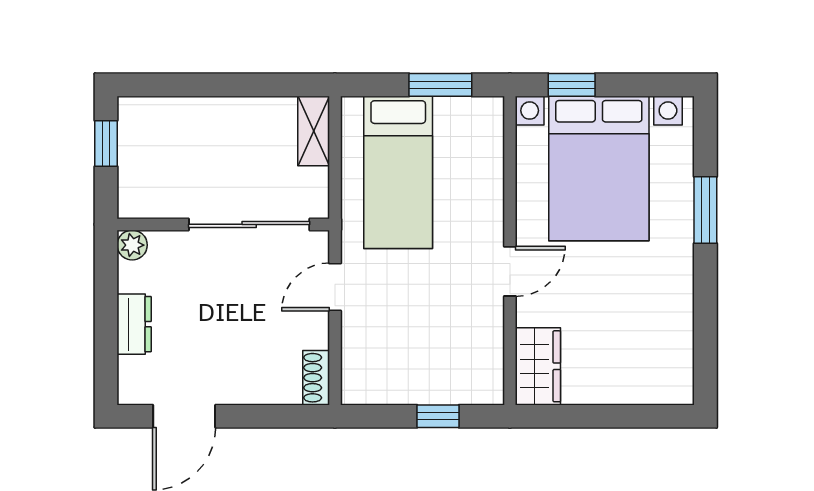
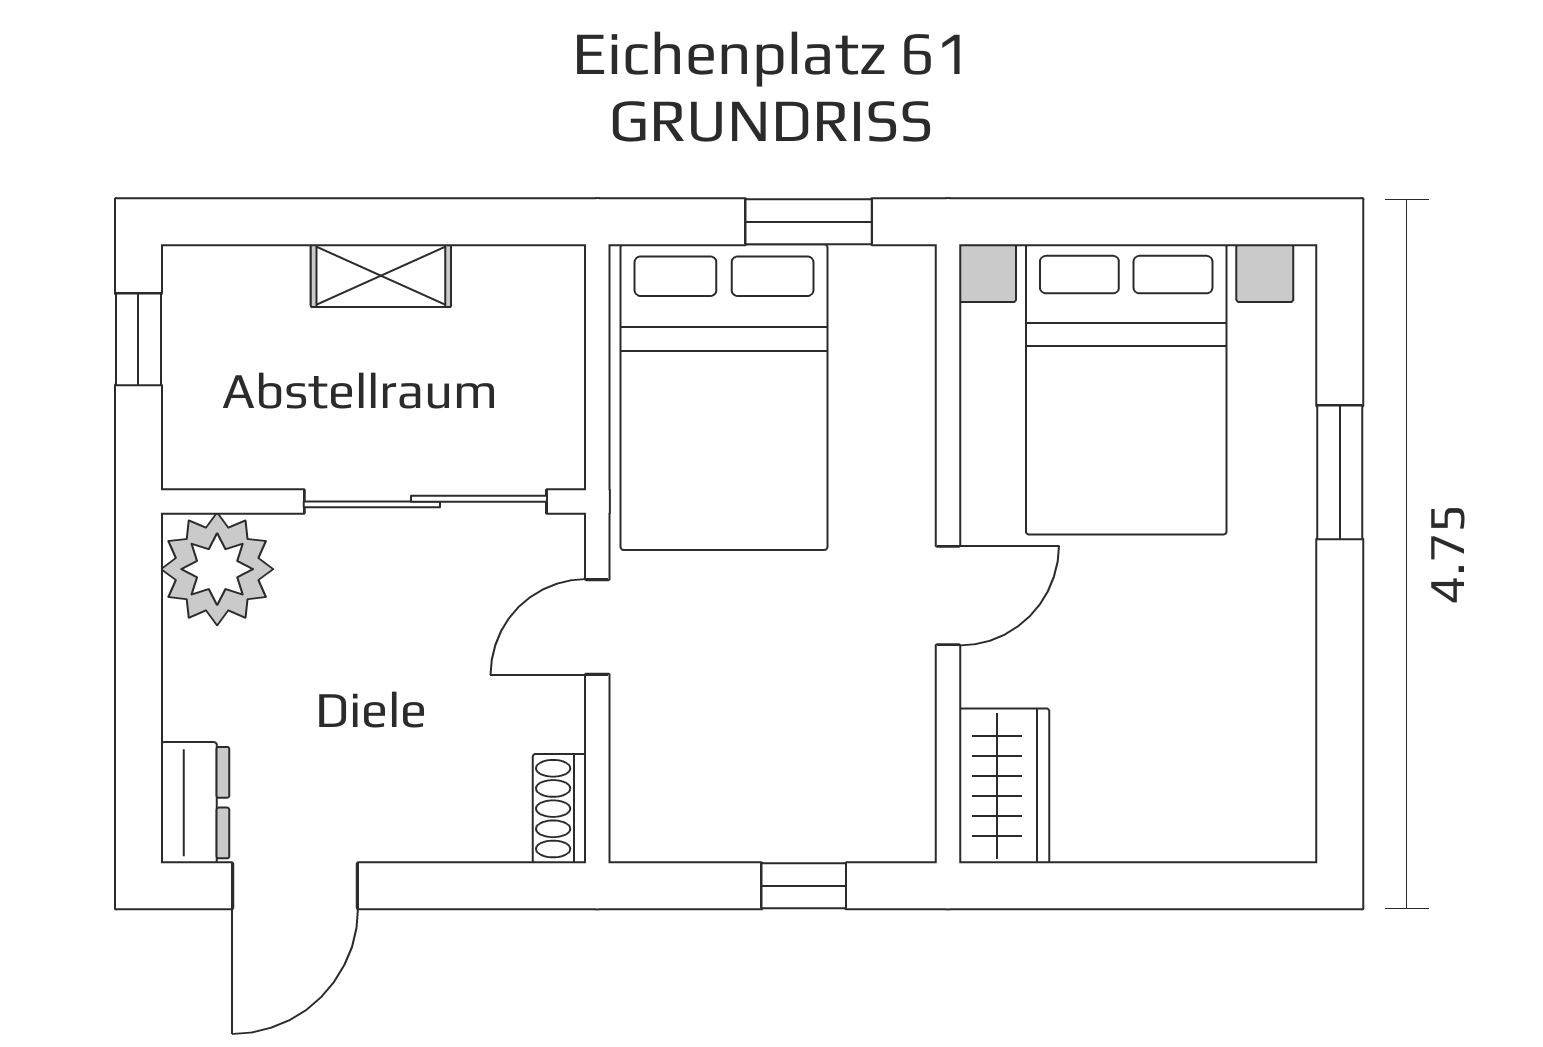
window: (572, 85) -> (1072, 222), removed
shelving: (314, 131) -> (381, 276), moved, turned 90
bed: (398, 172) -> (724, 397), width x1.50
plant: (132, 245) -> (217, 569), width x1.88, depth x1.88
dresser: (134, 324) -> (195, 803), moved

